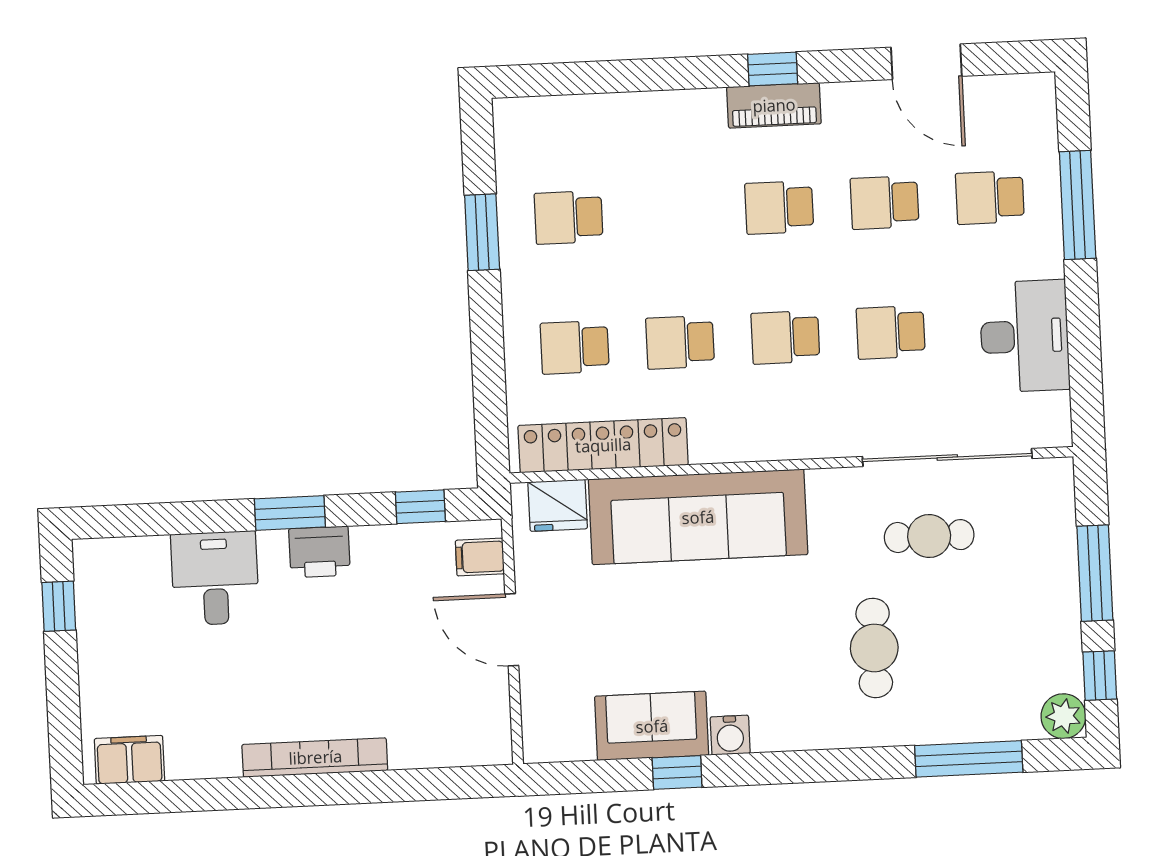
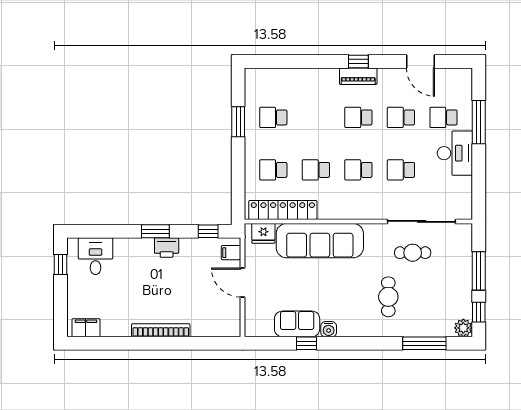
desk: (1025, 336) -> (455, 153), moved
desk: (215, 578) -> (96, 256), moved

